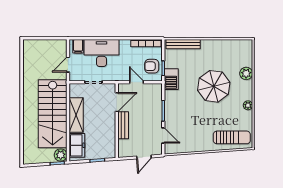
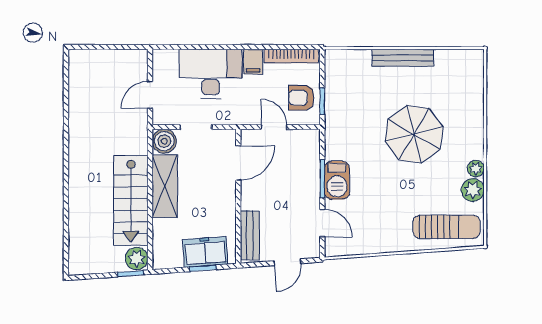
bench: (183, 44) -> (403, 58), moved
filing cabinet: (78, 46) -> (253, 62), moved
plant: (246, 73) -> (473, 190), moved
barbecue: (171, 79) -> (337, 180), moved
boiler: (76, 90) -> (164, 141), added
stairs: (53, 114) -> (131, 200), width x0.73, depth x0.66
bench: (123, 125) -> (250, 235), moved
freezer: (77, 145) -> (205, 252), moved, turned -94

